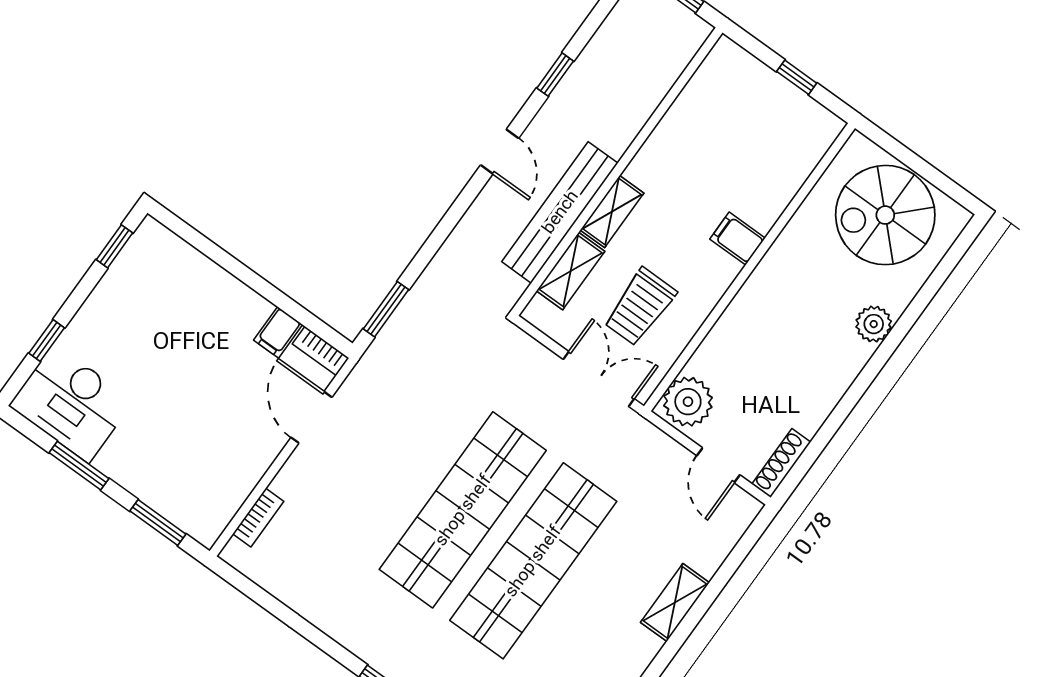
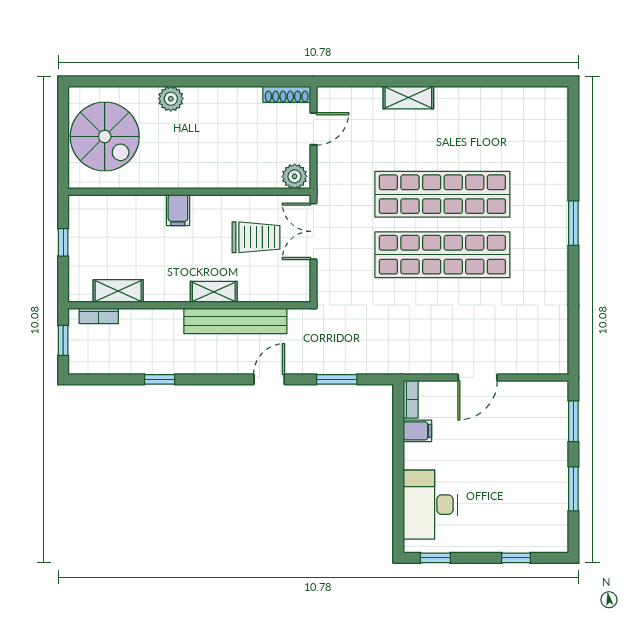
door: (500, 152) -> (269, 379), moved
shelving: (571, 271) -> (118, 291), moved
window: (386, 309) -> (337, 379), moved
plant: (688, 402) -> (295, 176), width x0.73, depth x0.73
desk: (71, 403) -> (430, 505), moved, turned 180
door: (311, 417) -> (478, 377), moved
bookcase: (258, 518) -> (99, 316), moved, turned 180

